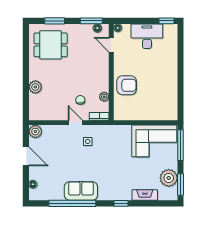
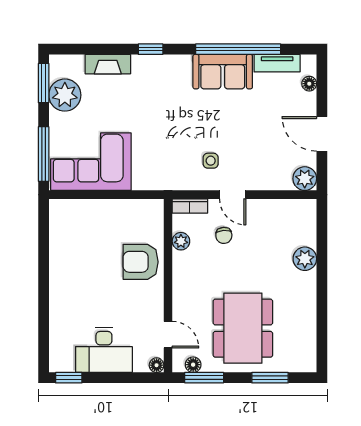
dining table: (51, 45) -> (243, 328), moved, width x1.37
tv unit: (51, 196) -> (277, 63), added

